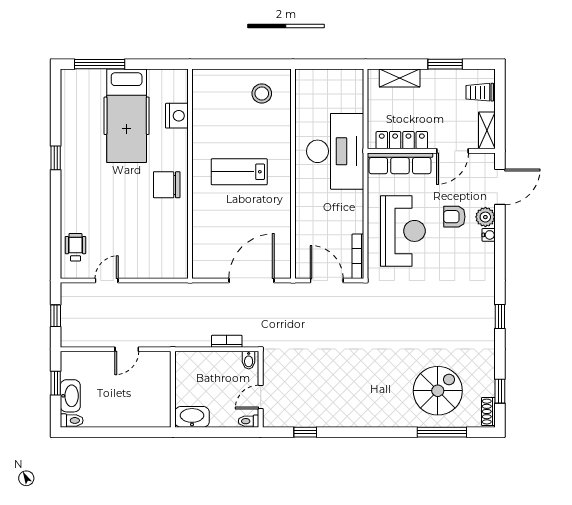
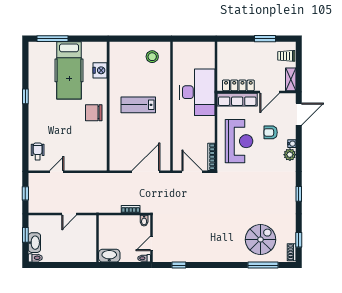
shelving: (400, 78) -> (237, 47), removed
plant: (485, 217) -> (290, 155), moved

